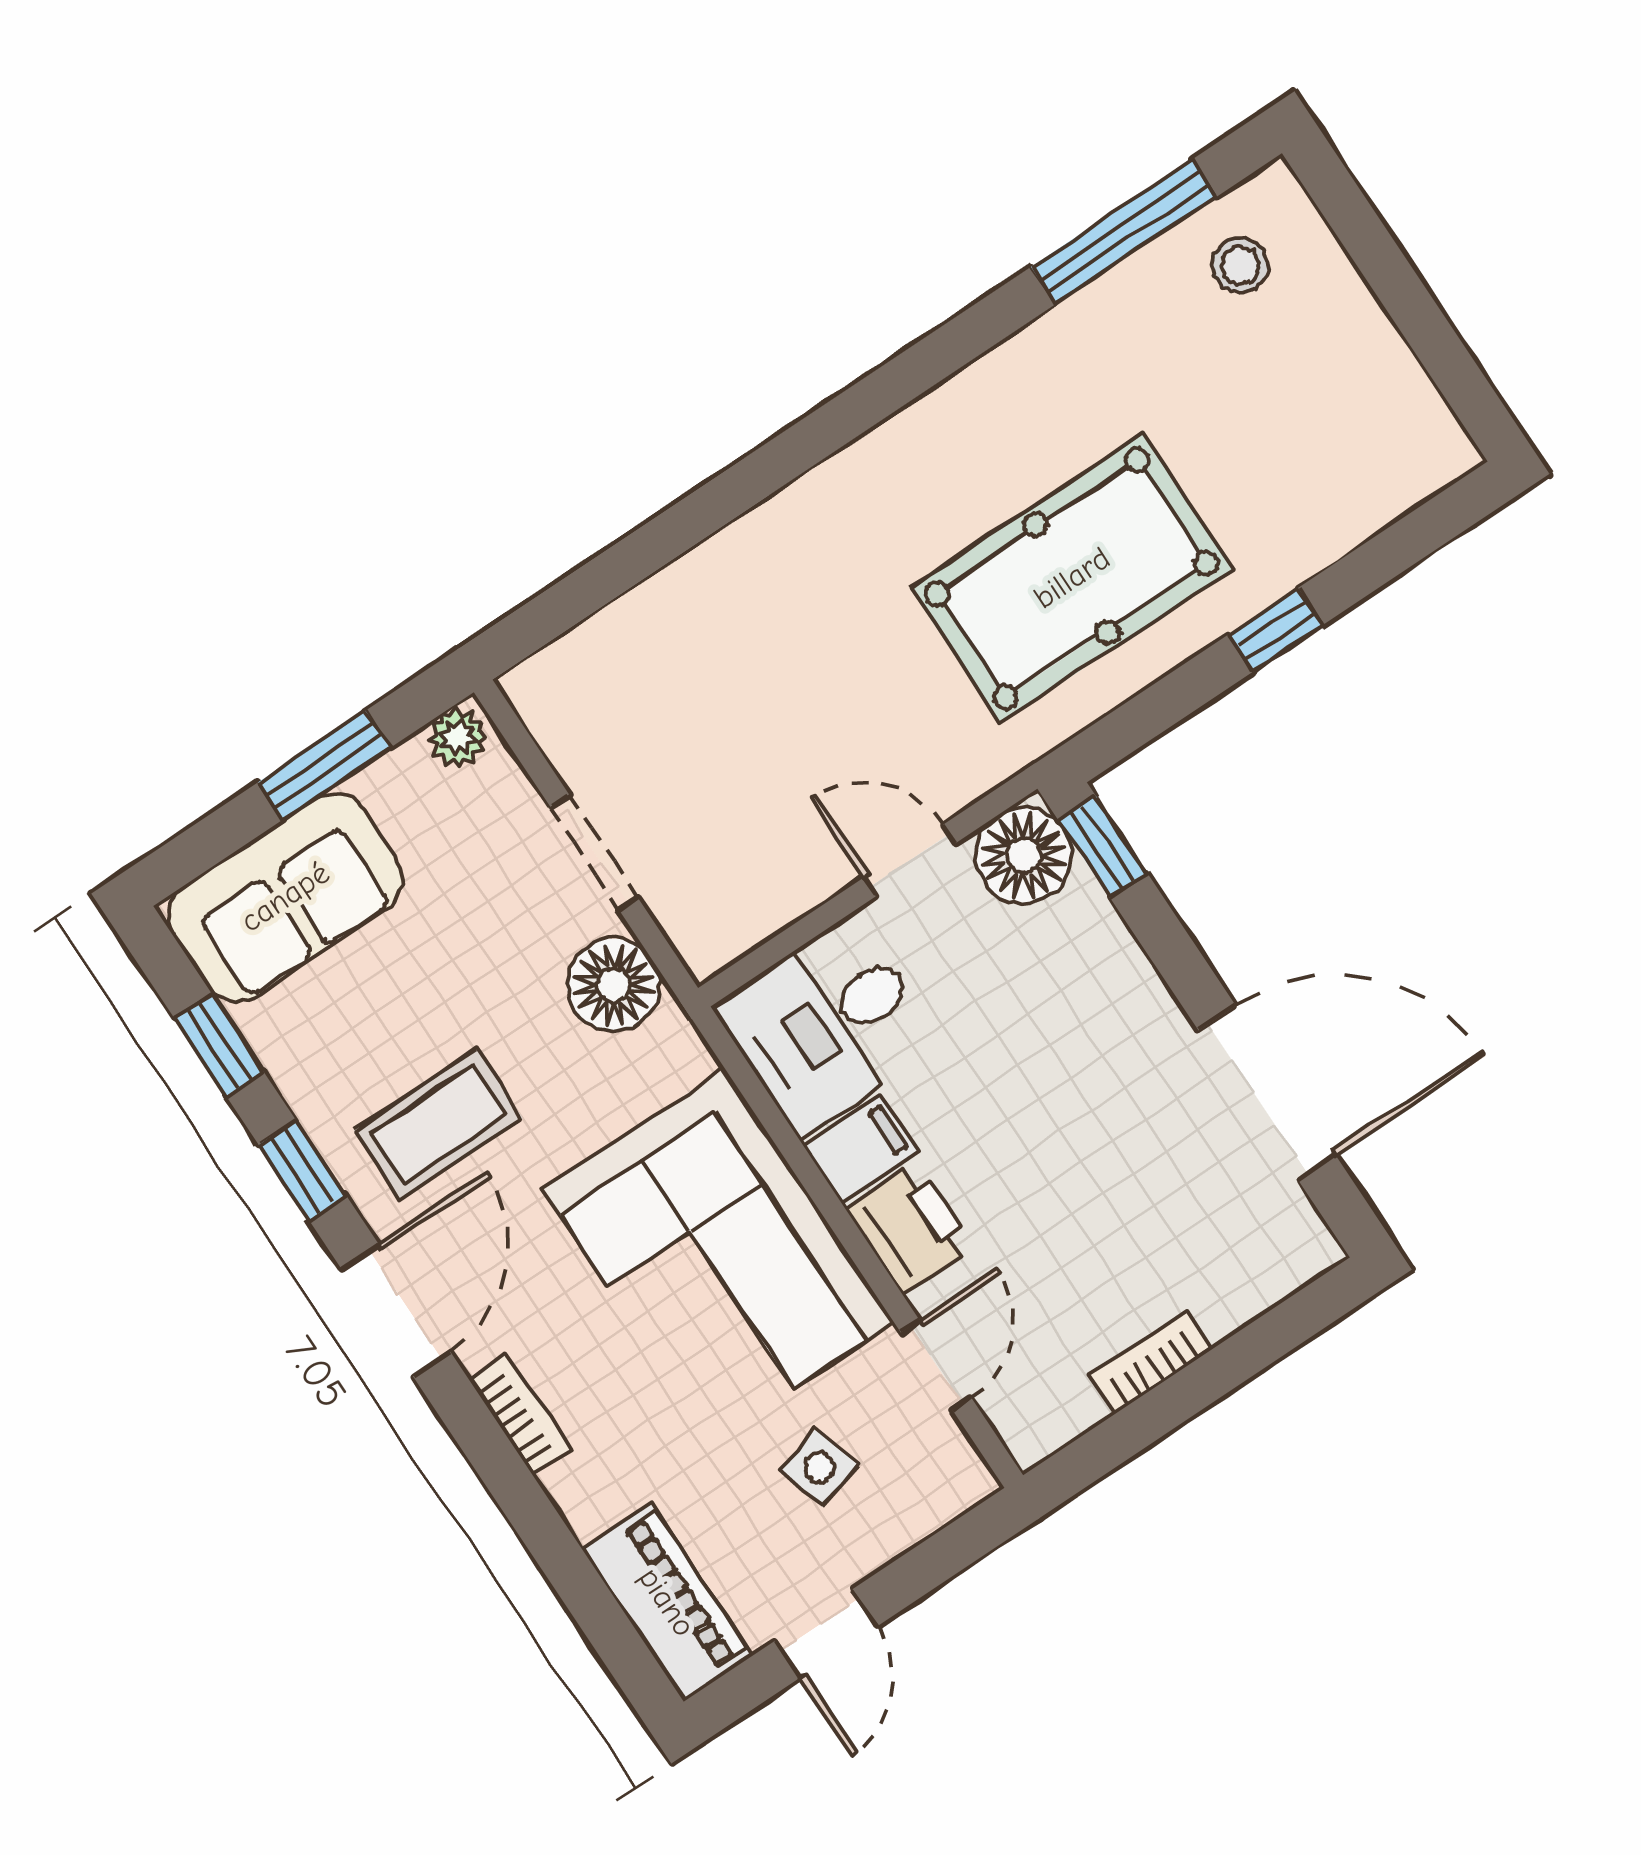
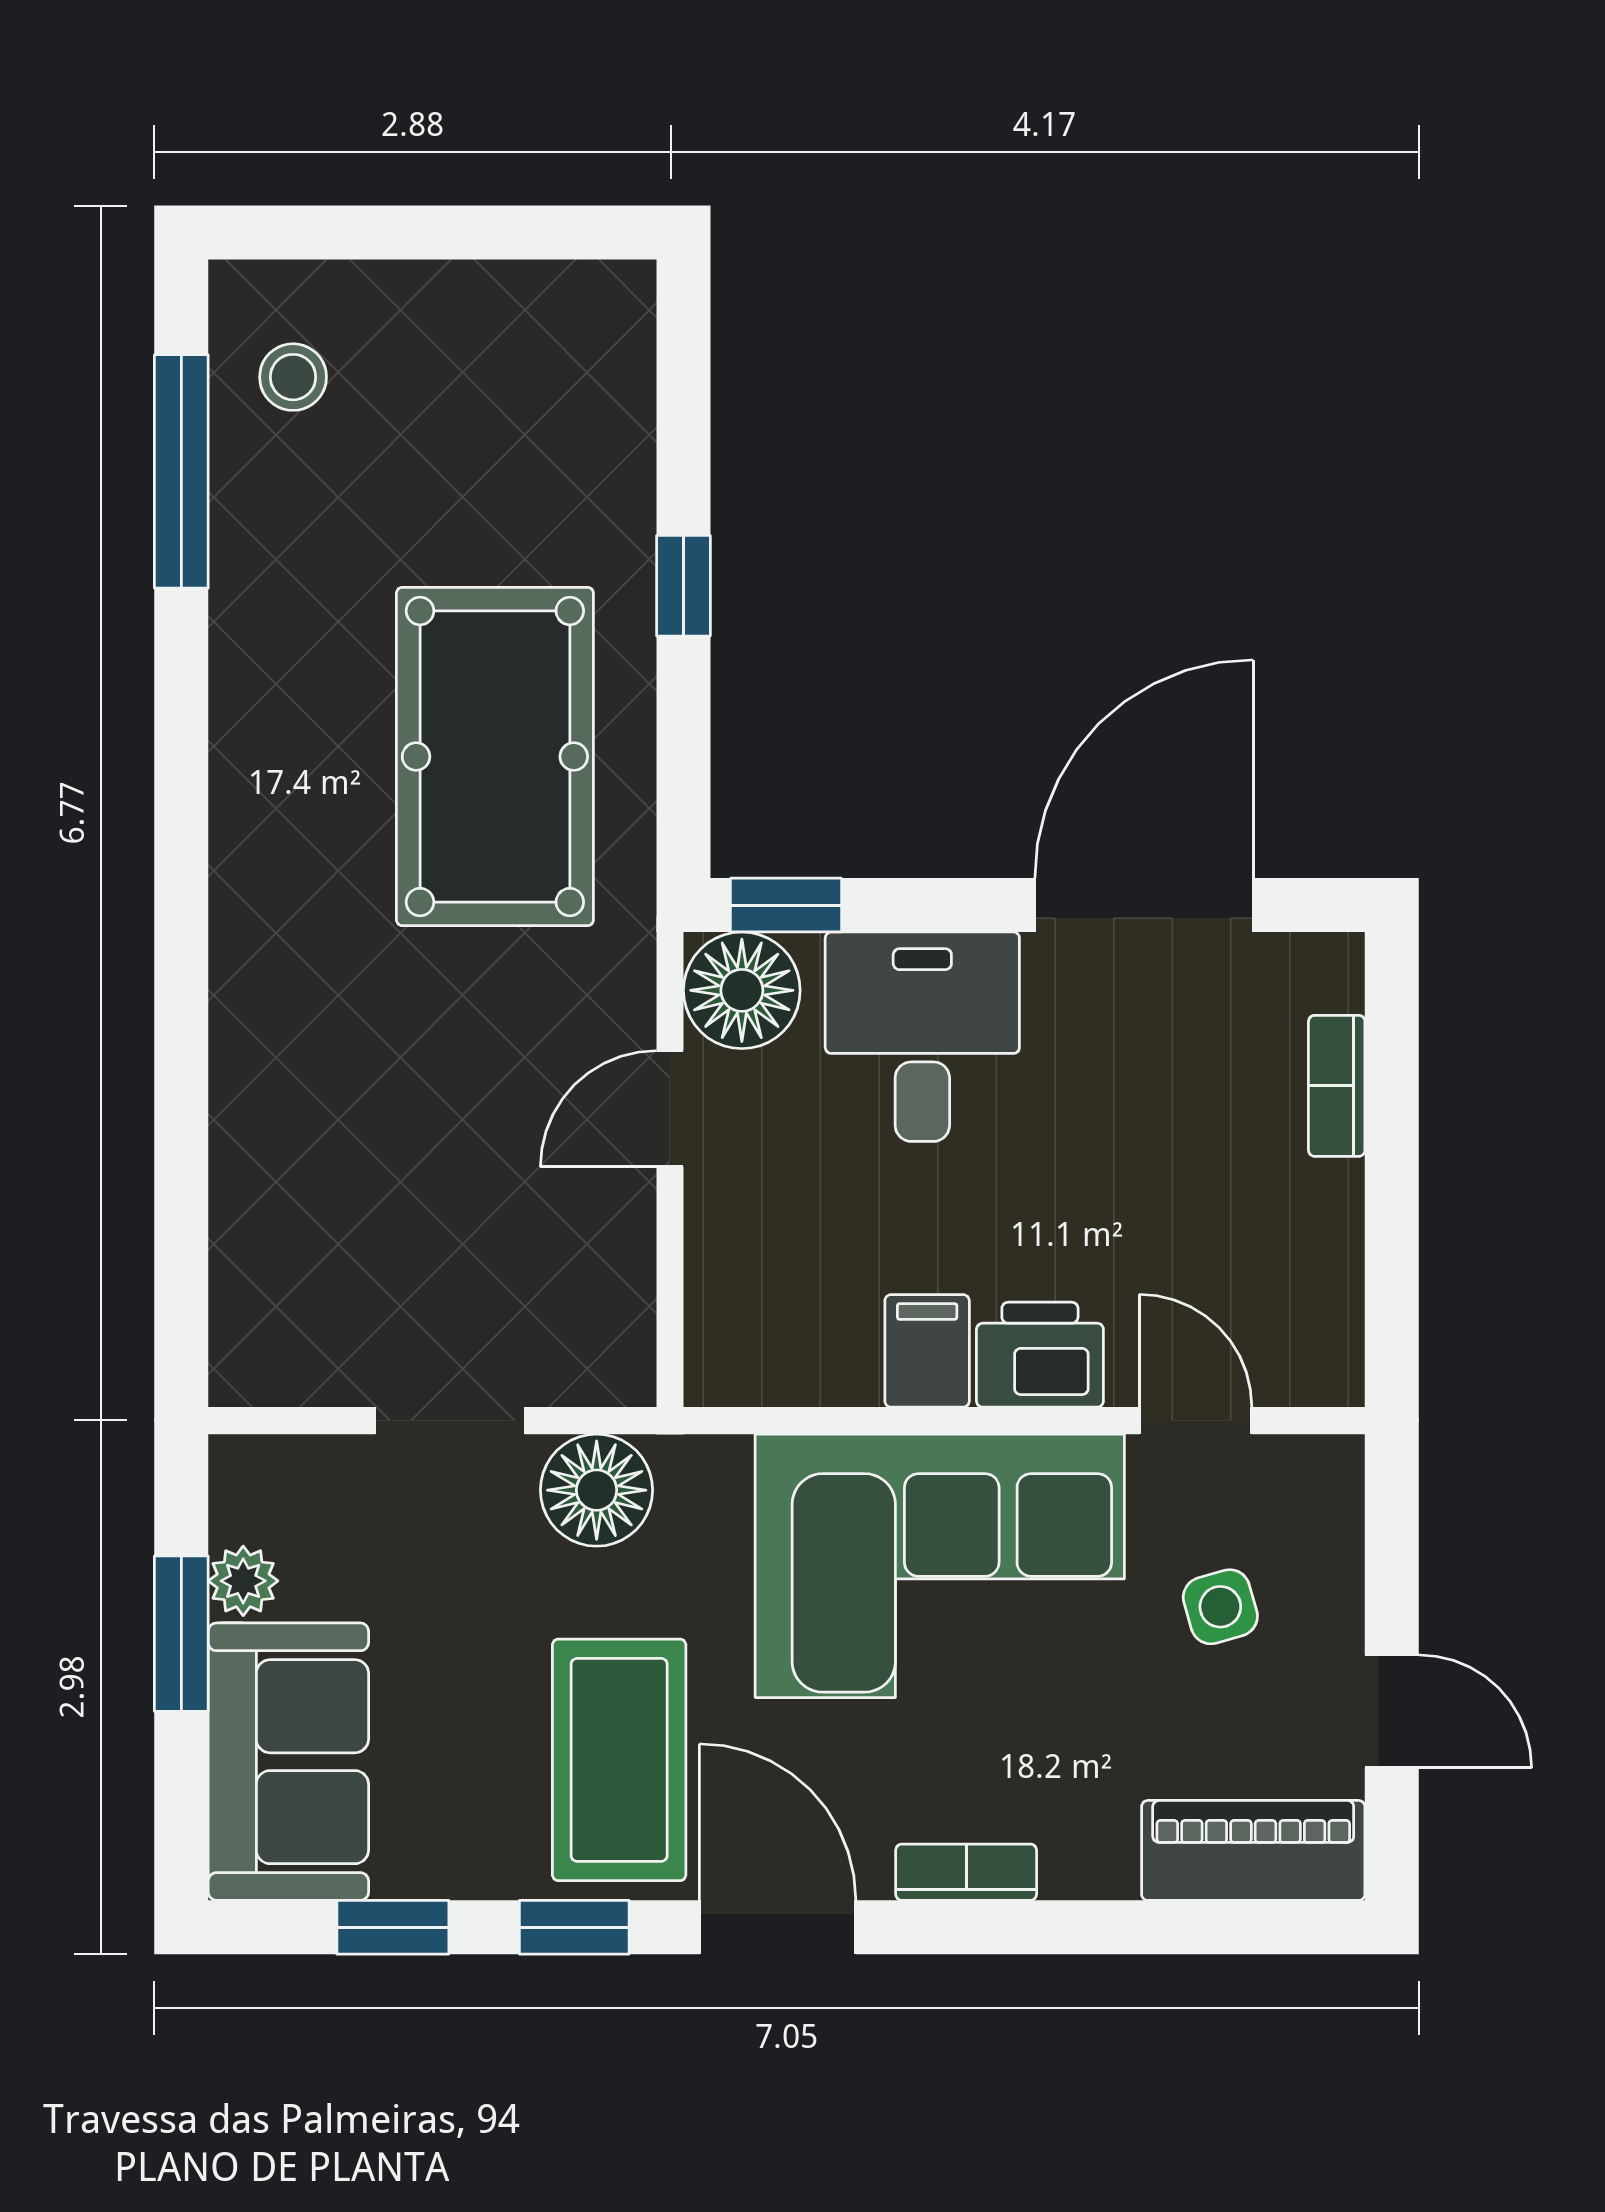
plant: (458, 738) -> (243, 1581), moved
desk: (827, 1025) -> (922, 1037), moved, turned 180
coffee table: (438, 1124) -> (619, 1760), width x1.36, depth x1.32
bookcase: (1151, 1362) -> (1337, 1086), moved

